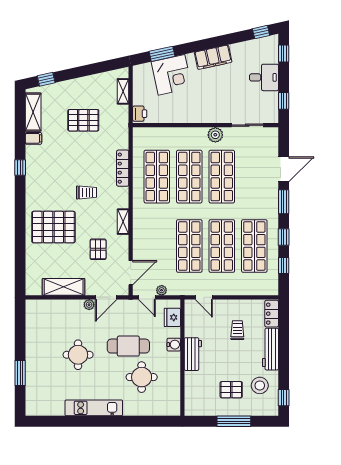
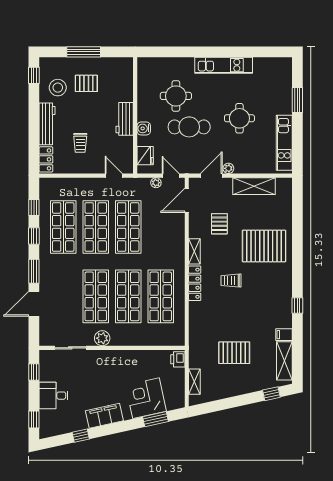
window: (261, 32) -> (81, 436), moved
locker: (123, 168) -> (195, 283), moved
kitchen unit: (33, 330) -> (284, 143), added

